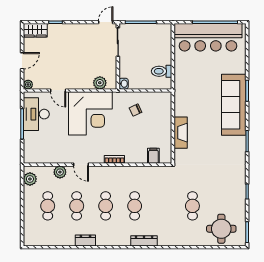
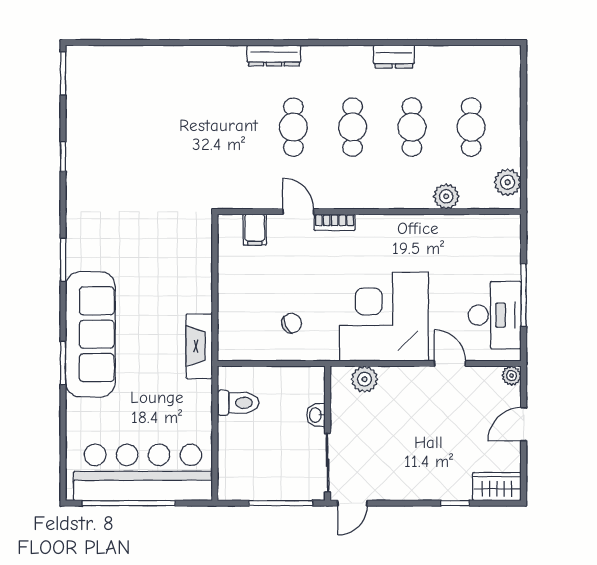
washbasin: (124, 84) -> (316, 415), moved
fireplace: (181, 133) -> (199, 346), moved
door: (81, 165) -> (298, 212), moved
cafe table: (192, 206) -> (175, 127), removed
round table: (221, 229) -> (116, 80), removed

